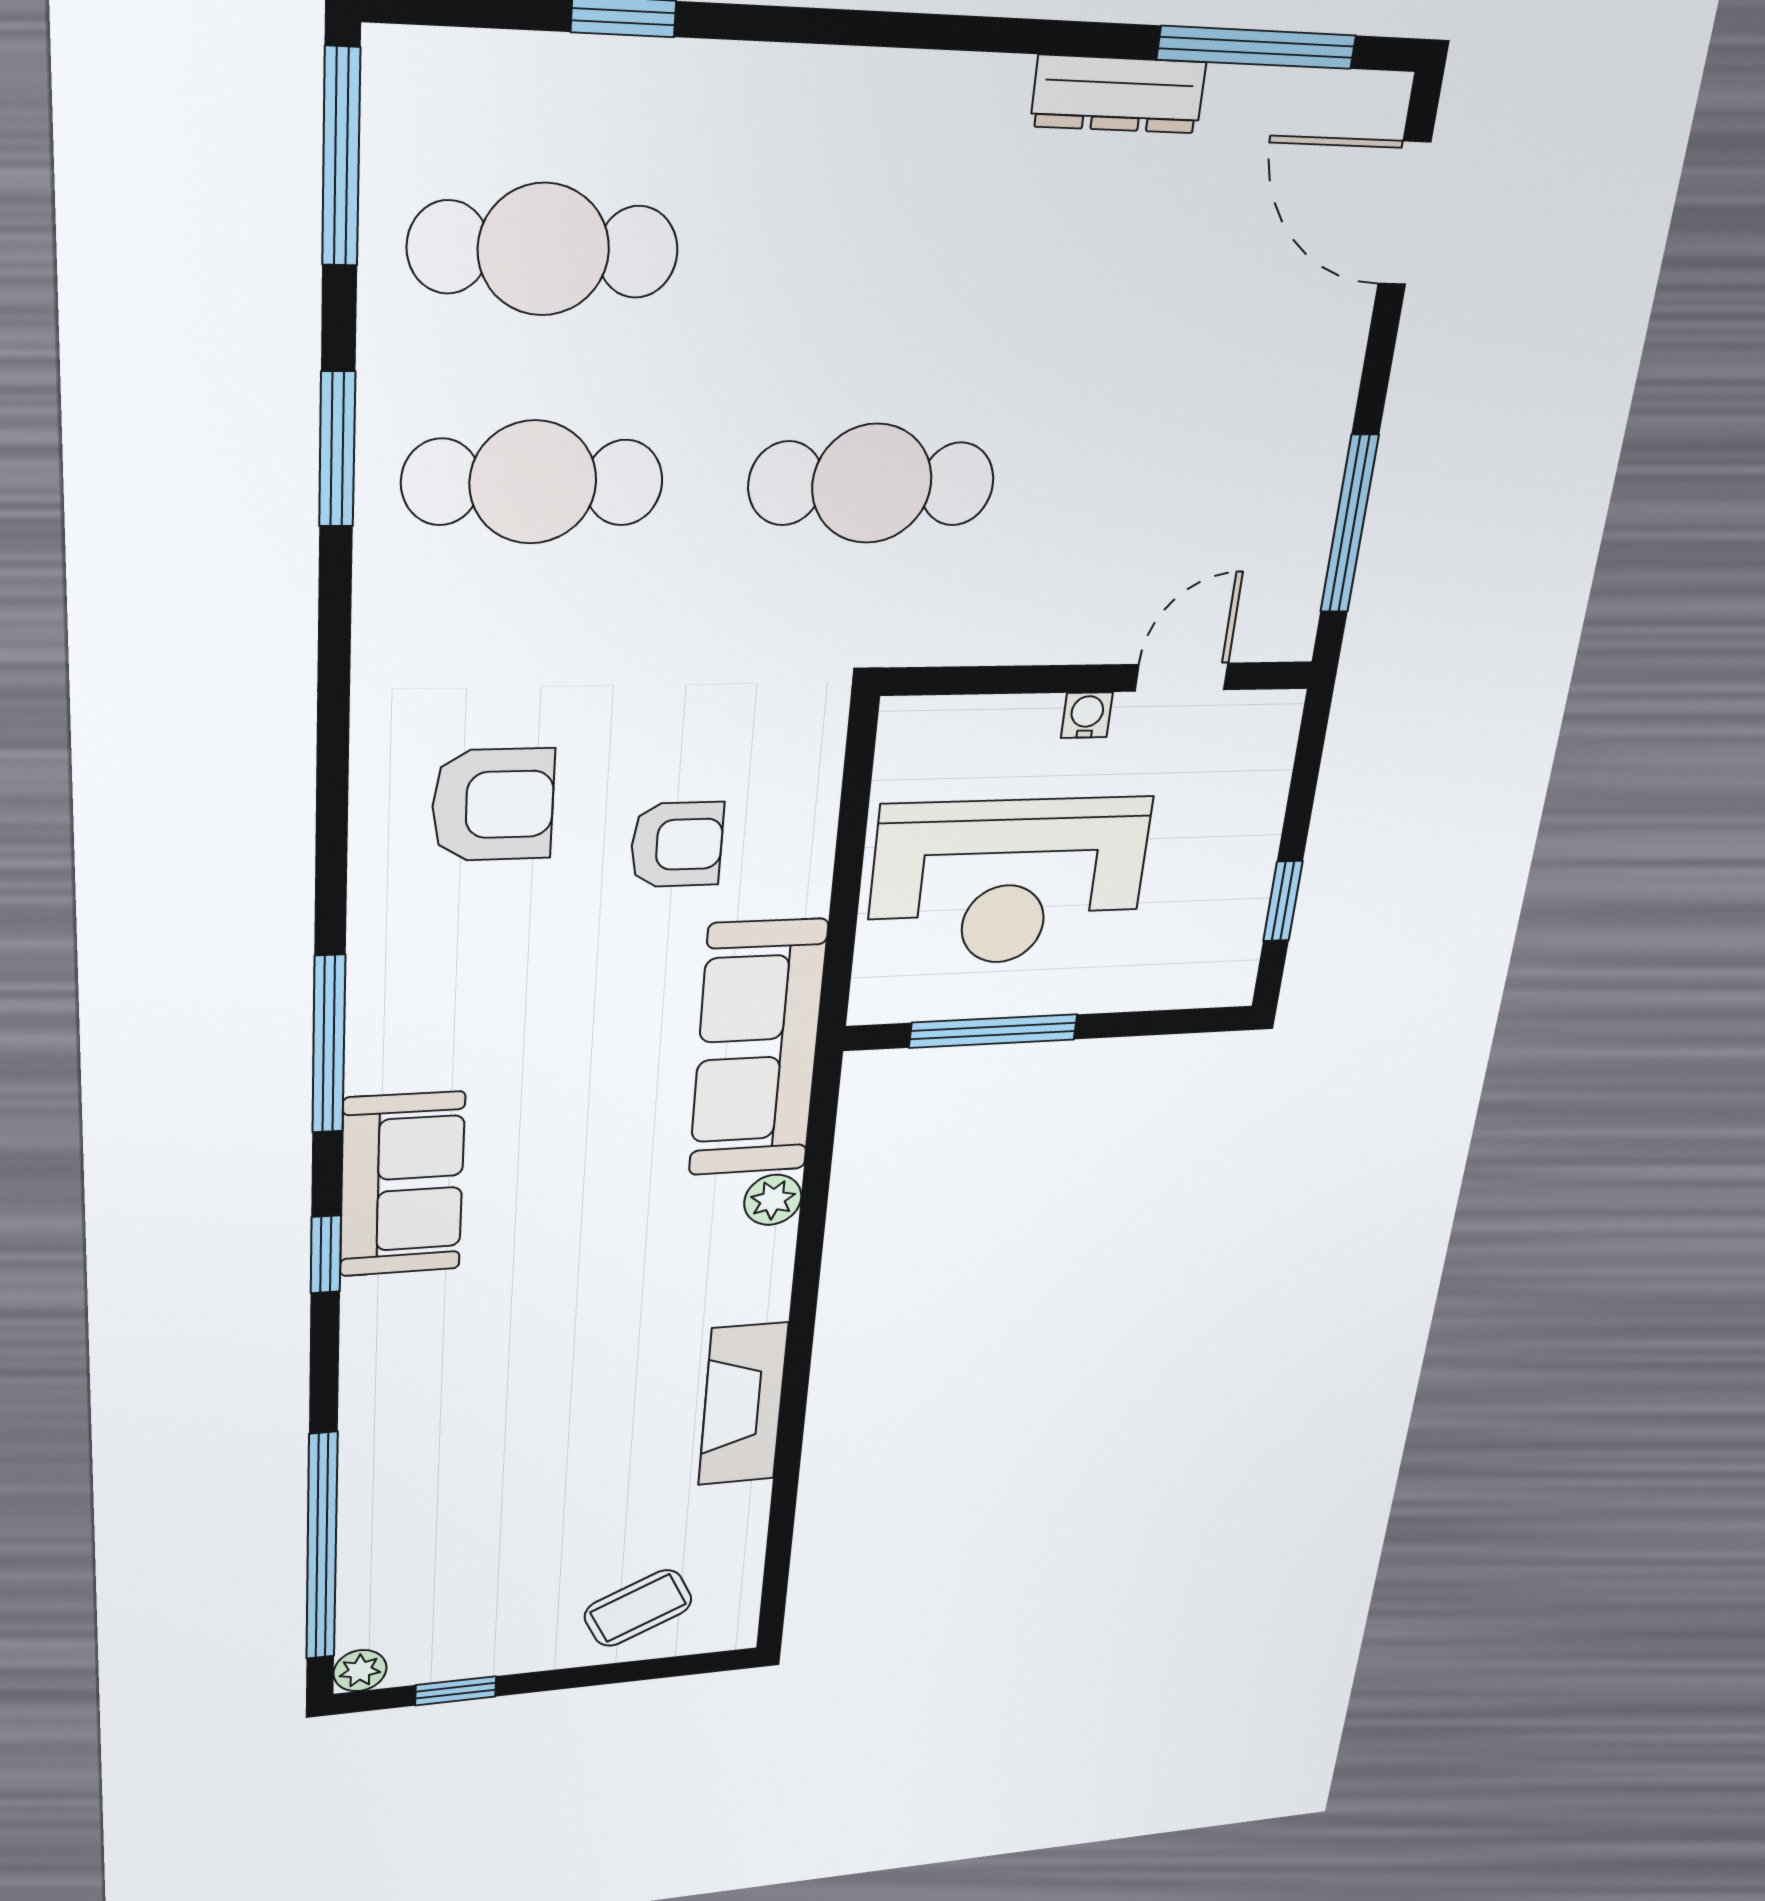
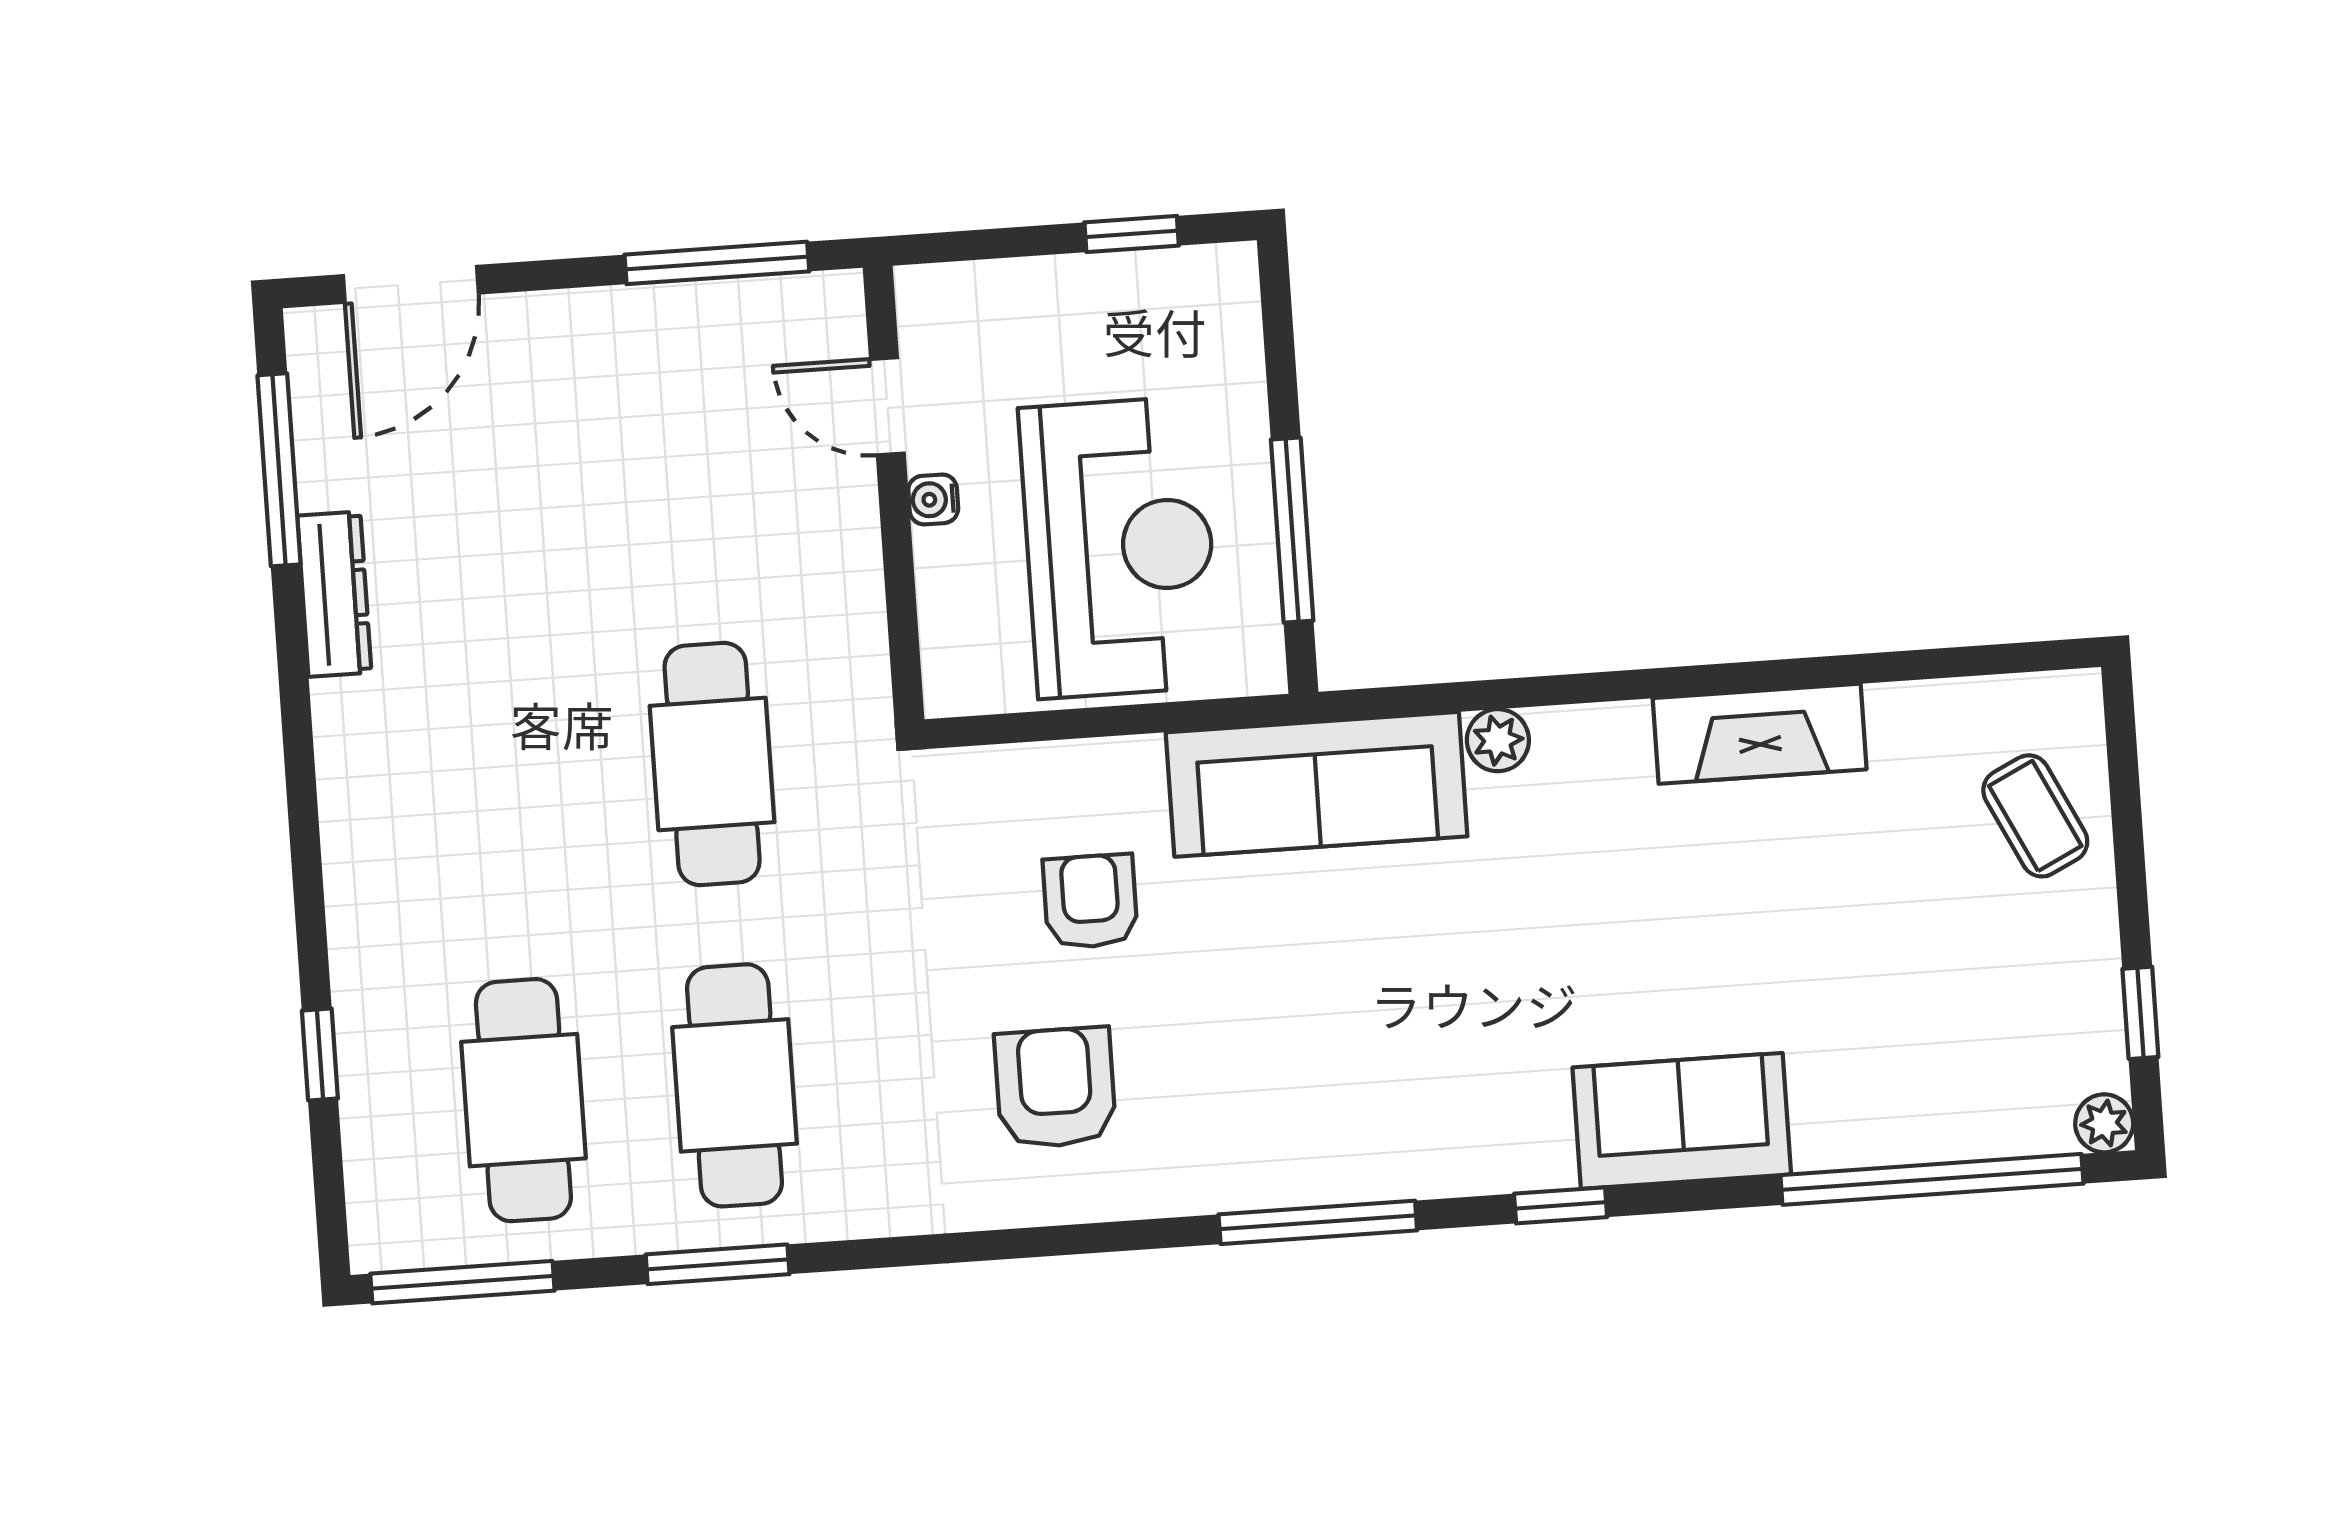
sofa: (402, 1184) -> (1682, 1121), moved

